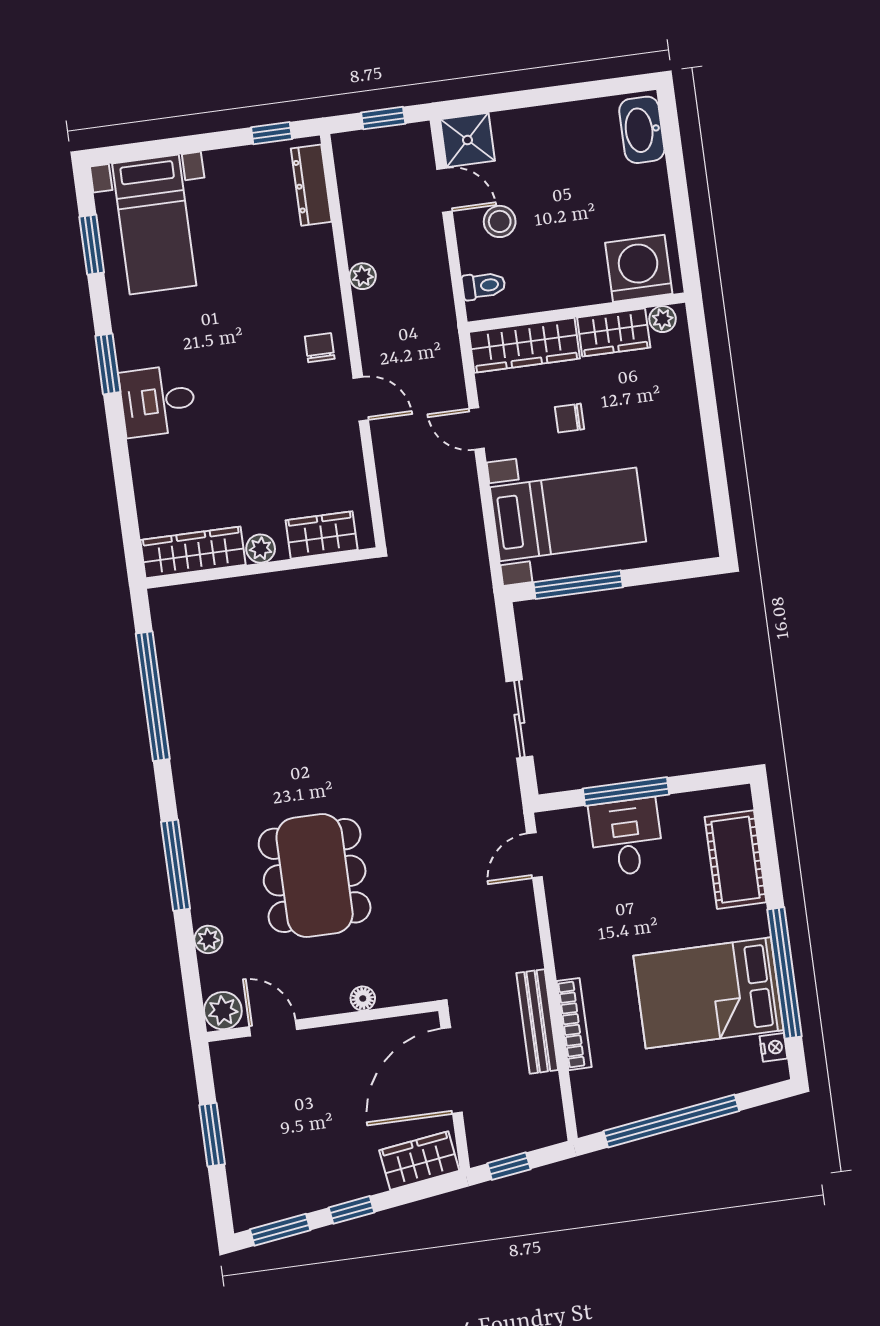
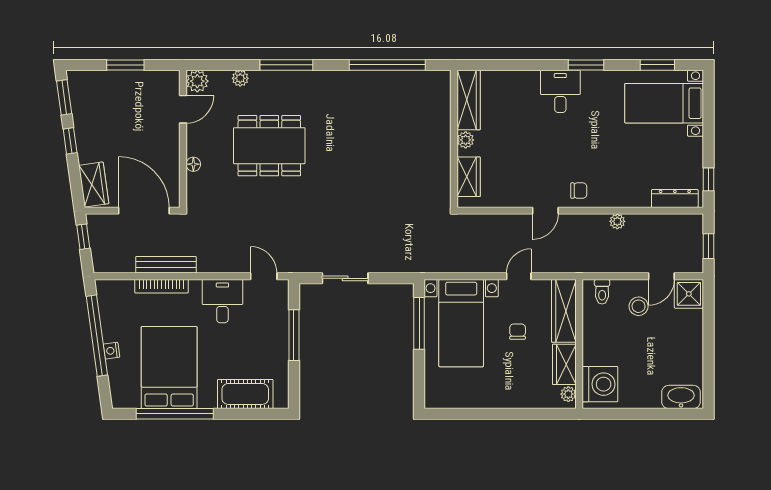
desk: (626, 837) -> (222, 301), moved, turned -90
nightstand: (773, 1047) -> (111, 351), moved, turned 82

